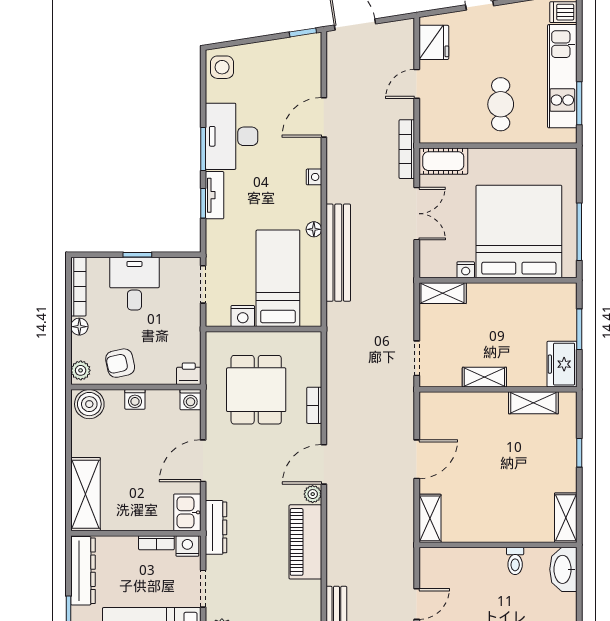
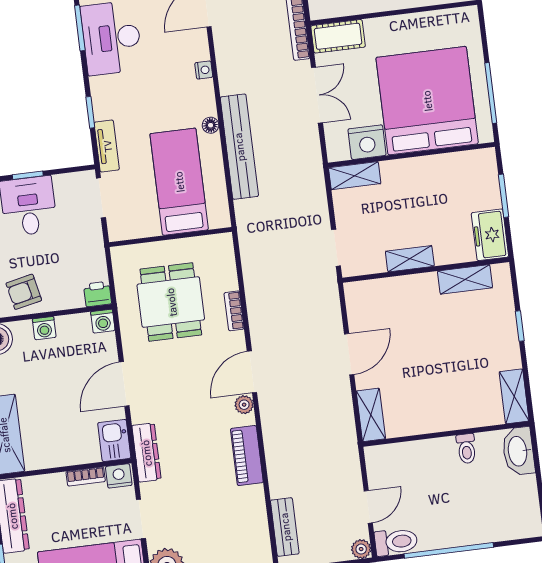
window: (203, 149) -> (80, 28), moved
tv unit: (215, 195) -> (107, 146), moved
nightstand: (466, 270) -> (367, 142), width x1.89, depth x1.79
nightstand: (243, 316) -> (147, 226), removed
piano: (305, 542) -> (247, 456), width x0.73, depth x0.75

